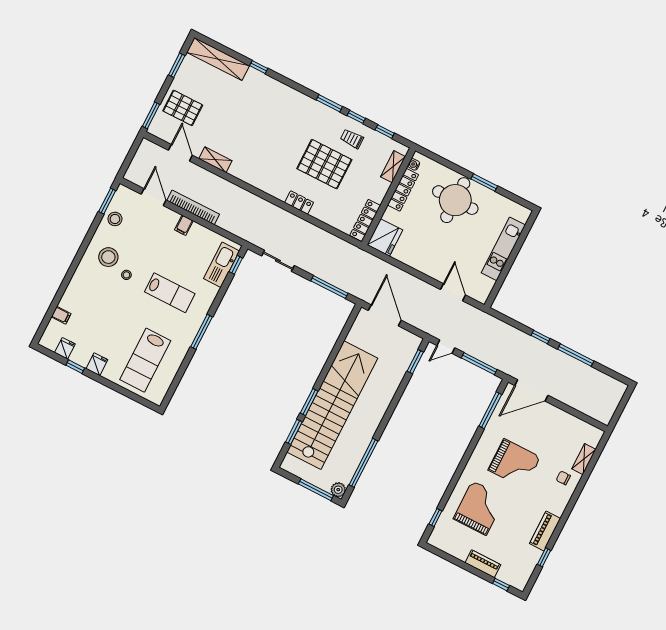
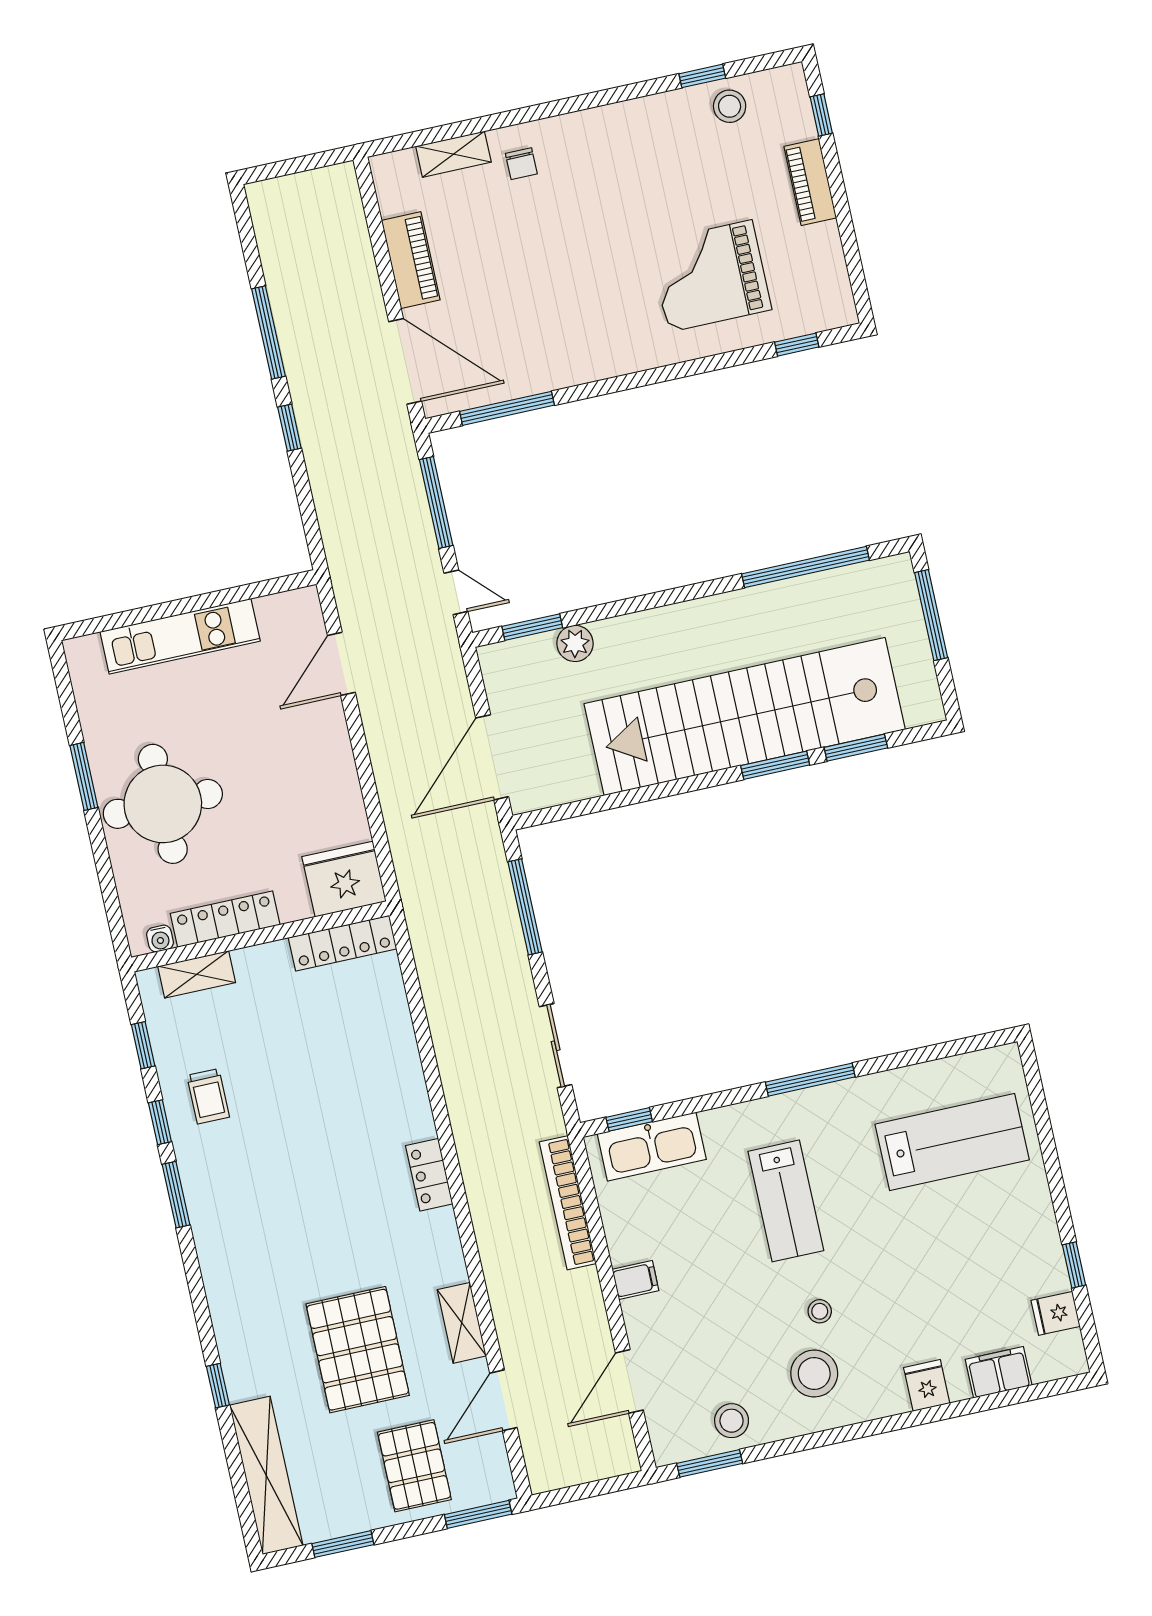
pallet: (324, 164) -> (358, 1350), moved
locker: (299, 203) -> (429, 1175), moved
bookcase: (193, 207) -> (568, 1203), moved
lab bench: (170, 293) -> (786, 1201), turned 180
filing cabinet: (61, 315) -> (999, 1372), width x2.00
fridge: (97, 364) -> (927, 1385), moved, turned 90
grand piano: (514, 464) -> (571, 280), removed
plant: (338, 490) -> (575, 643), moved
piano: (545, 531) -> (411, 260), moved, turned -90
stool: (527, 558) -> (730, 106), added

